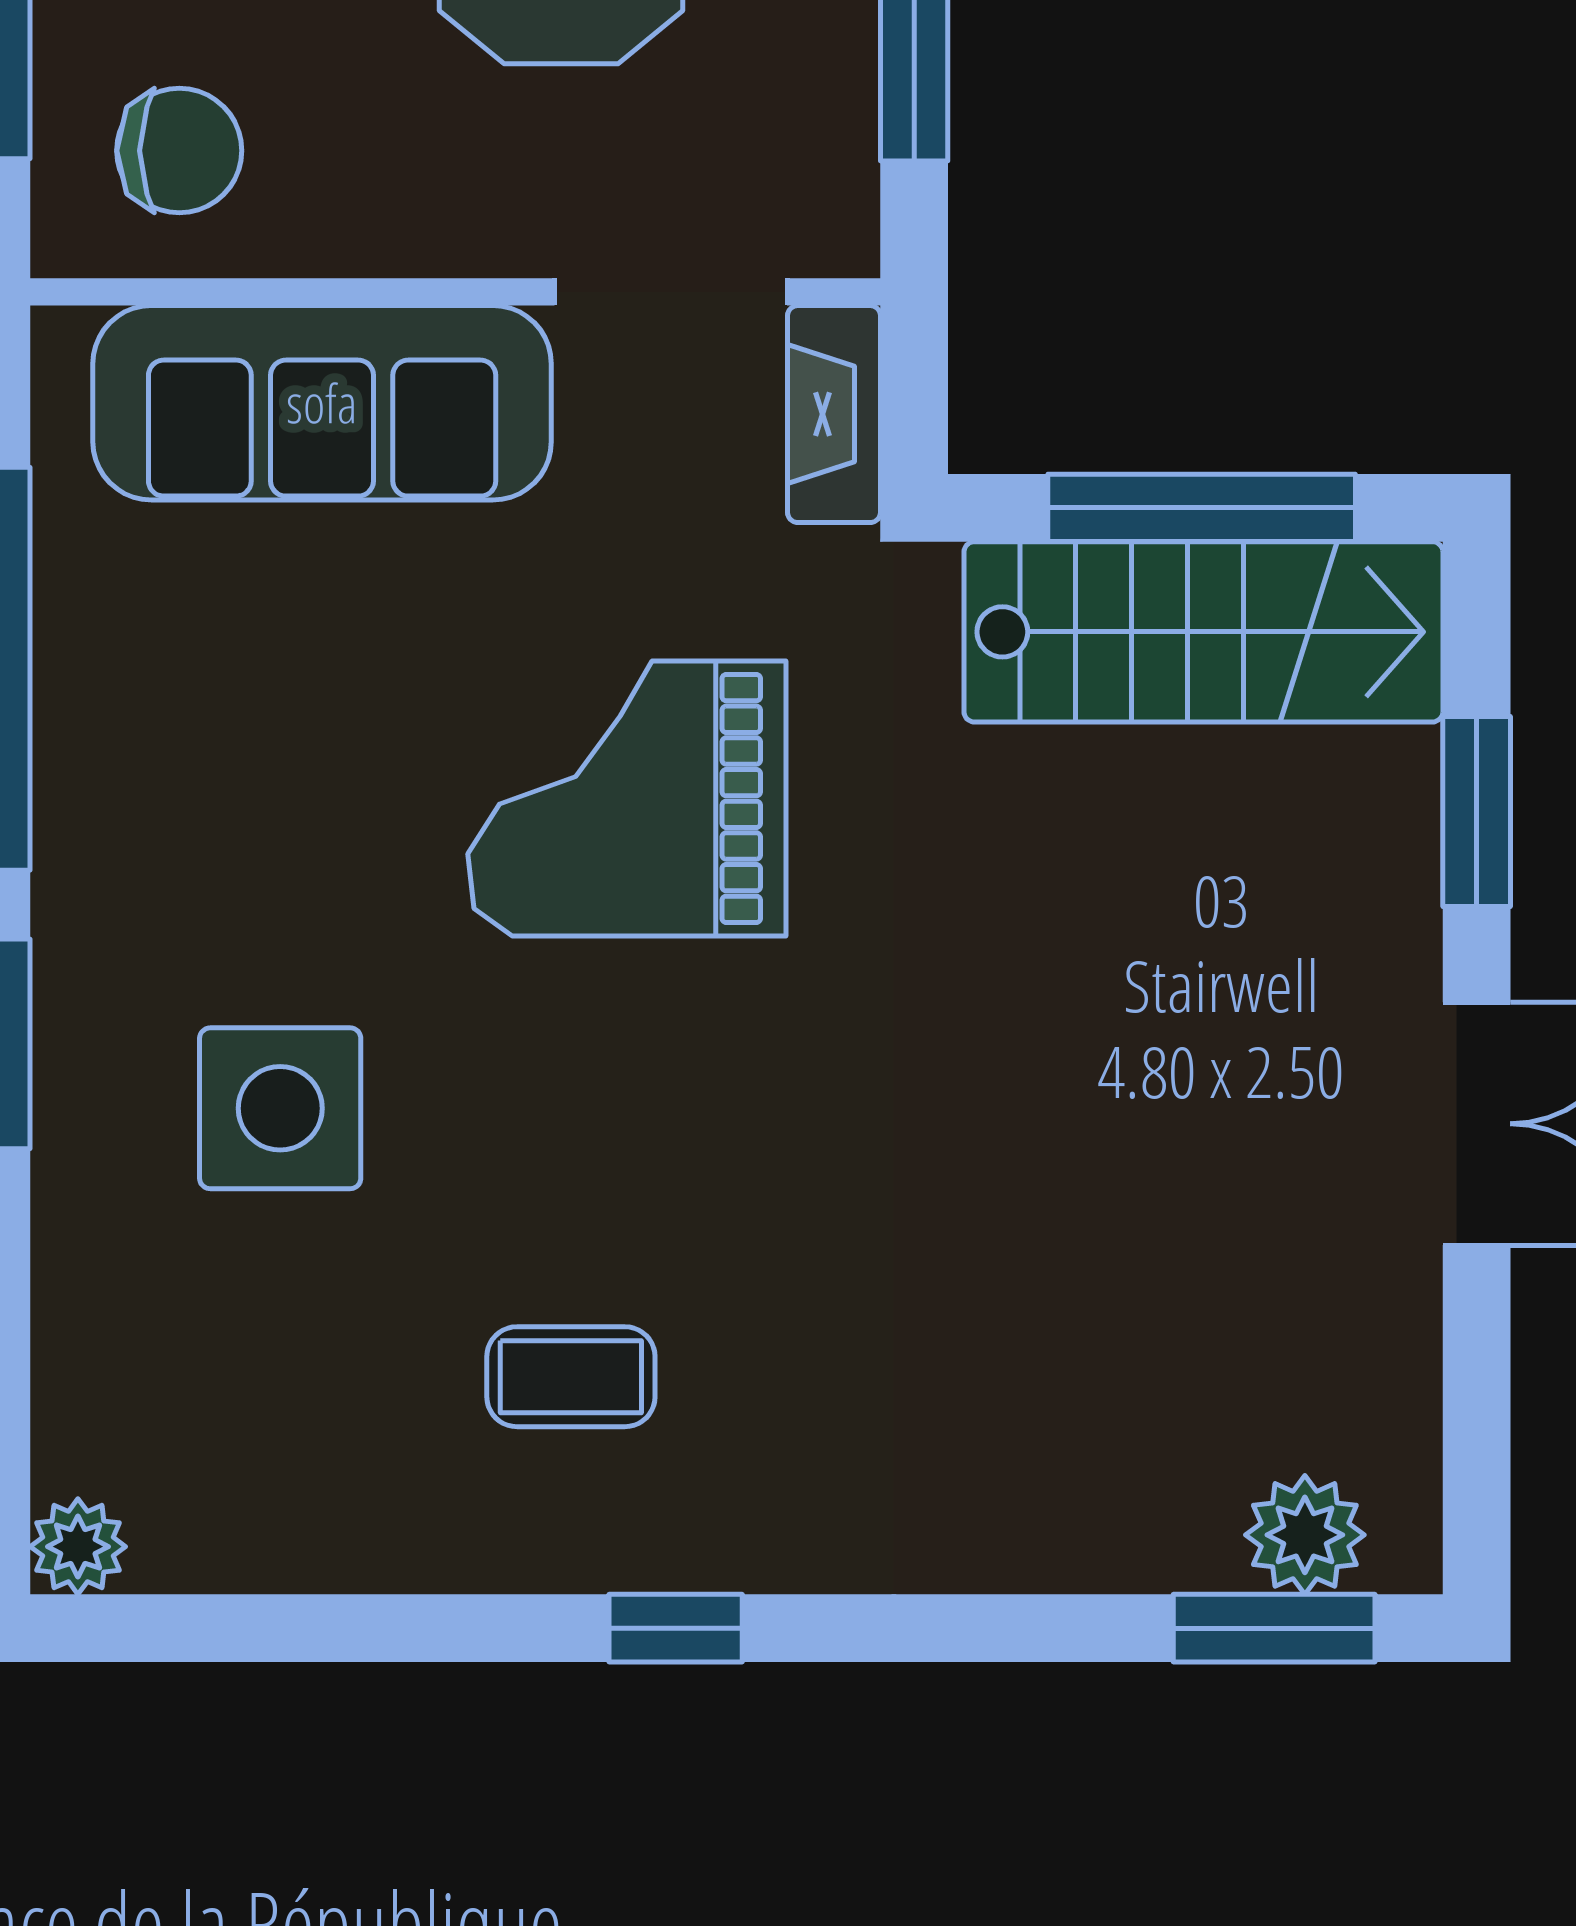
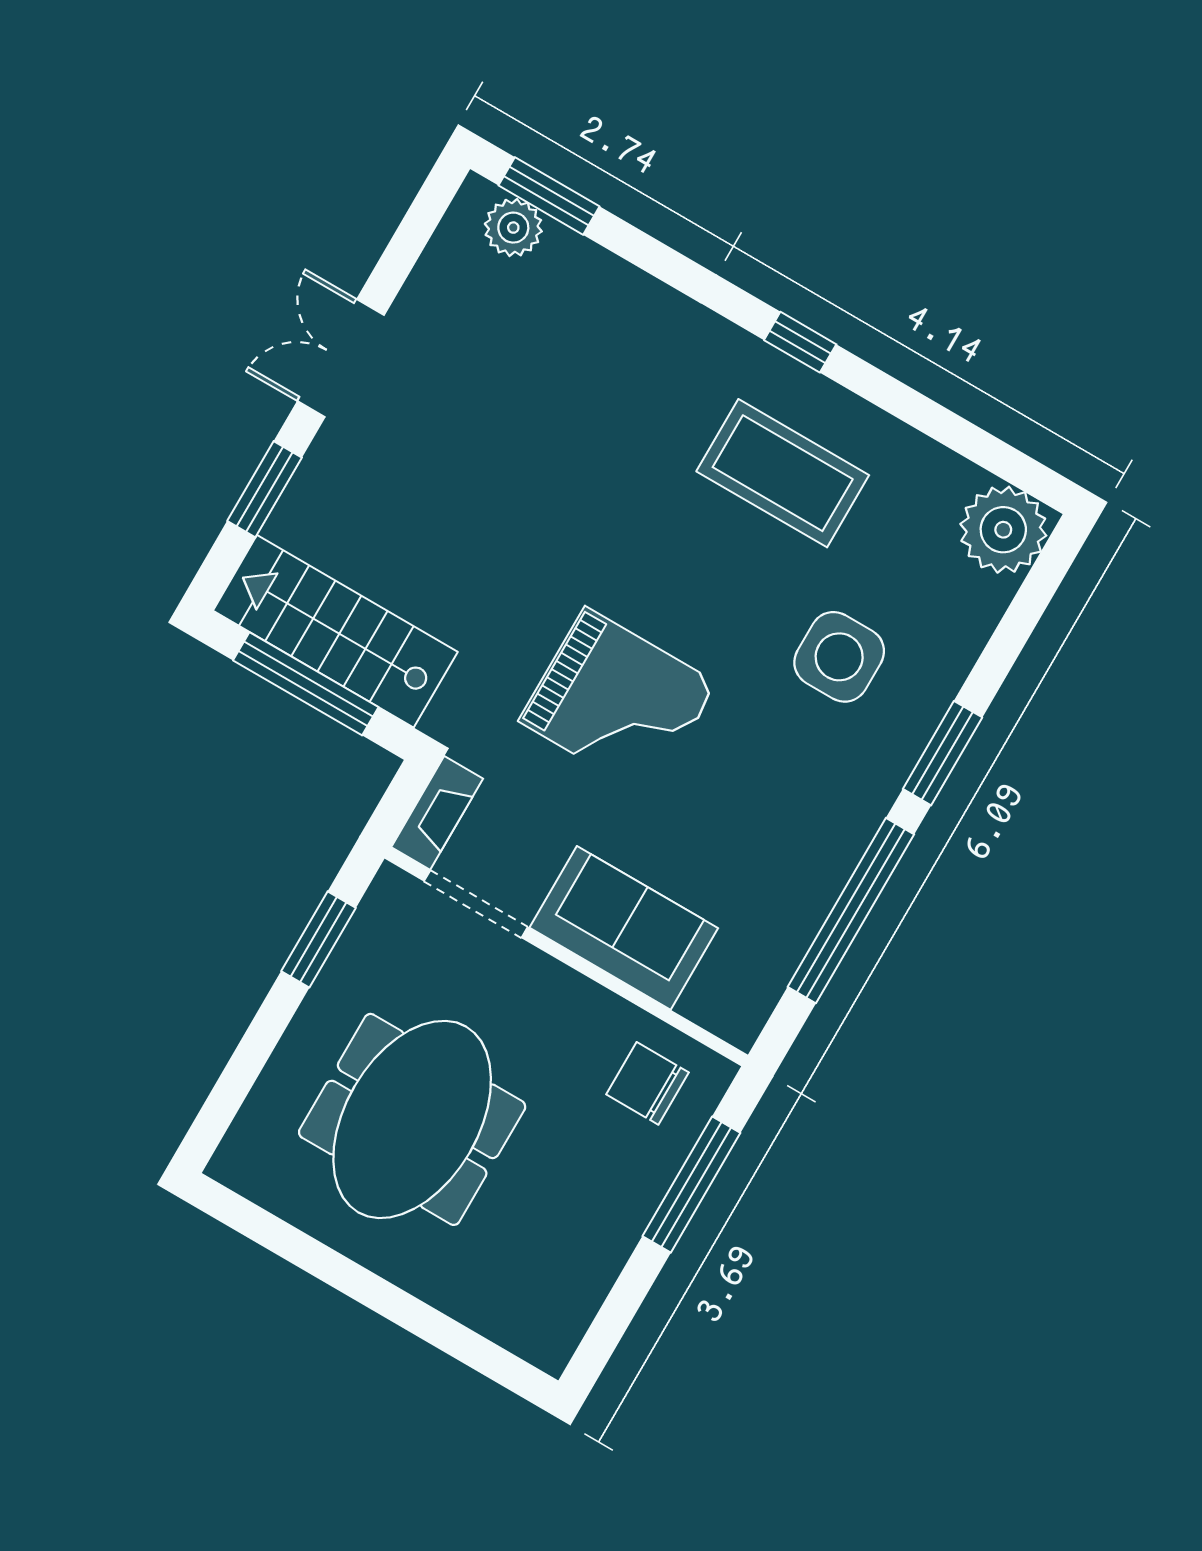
sofa: (322, 403) -> (624, 928), width x0.73
coffee table: (571, 1377) -> (783, 473), width x1.86, depth x1.72
plant: (78, 1547) -> (1003, 530), width x1.88, depth x1.88

